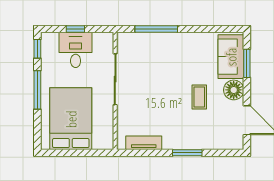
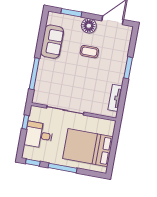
window: (75, 29) -> (25, 122), moved
sofa: (231, 57) -> (52, 42), moved, turned -90

